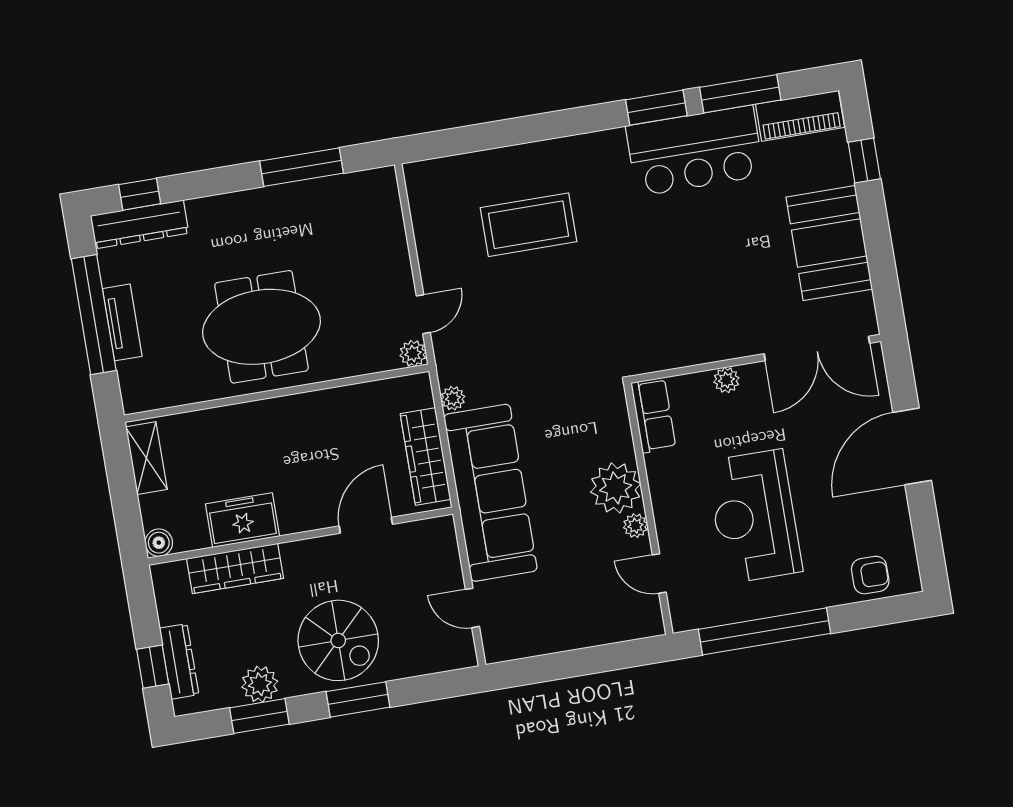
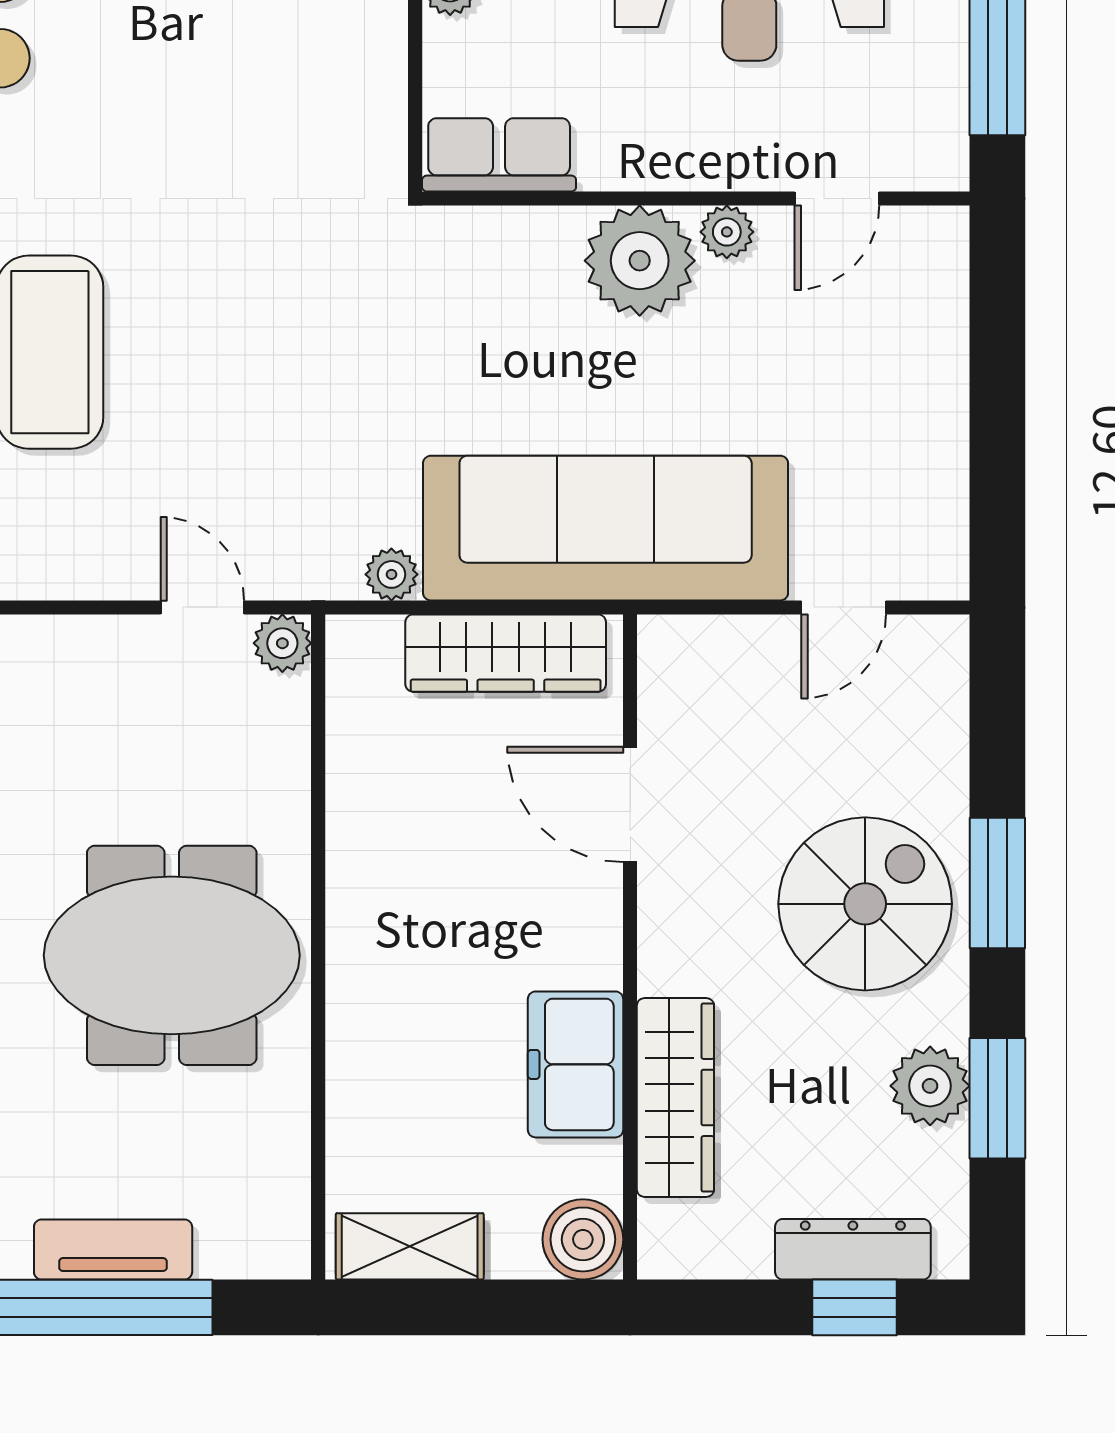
meeting table: (261, 327) -> (172, 955), turned 90
boiler: (159, 543) -> (583, 1239), width x1.36, depth x1.36

